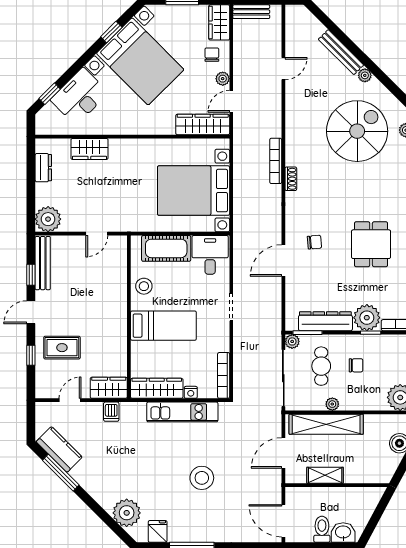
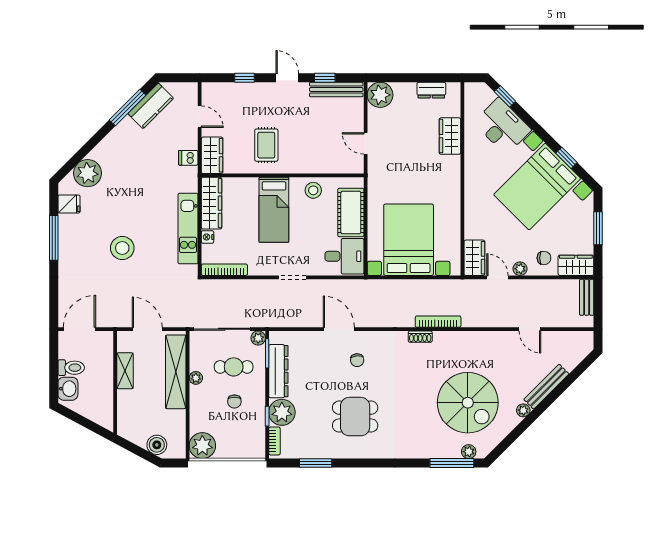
wardrobe: (203, 124) -> (474, 258), width x0.67
rug: (62, 348) -> (266, 145), moved

